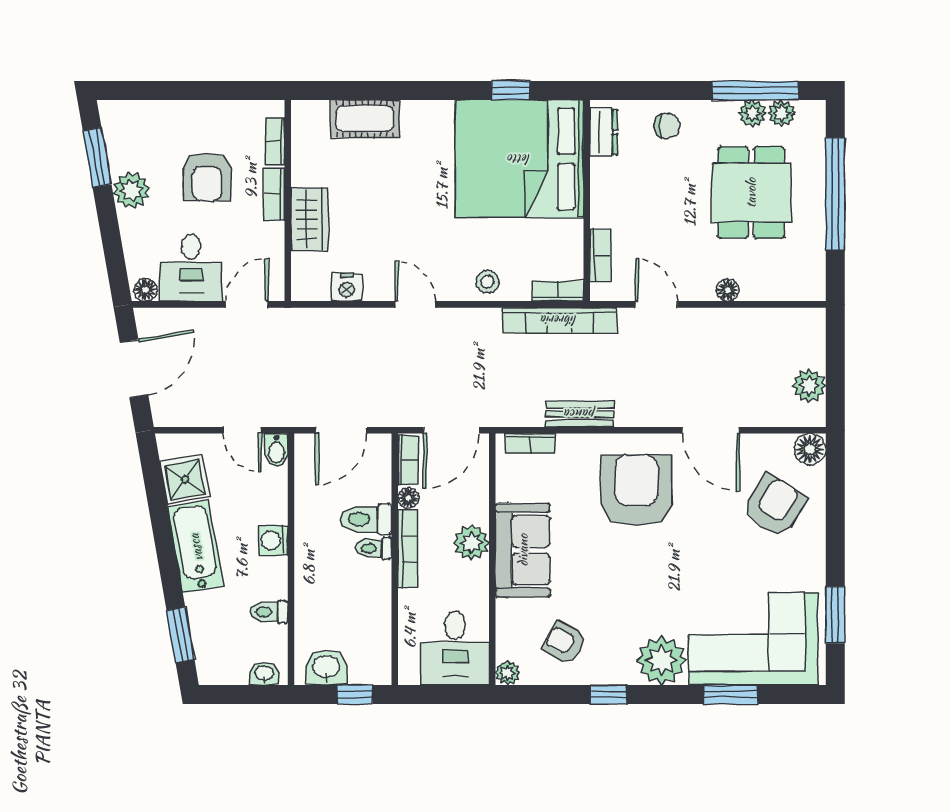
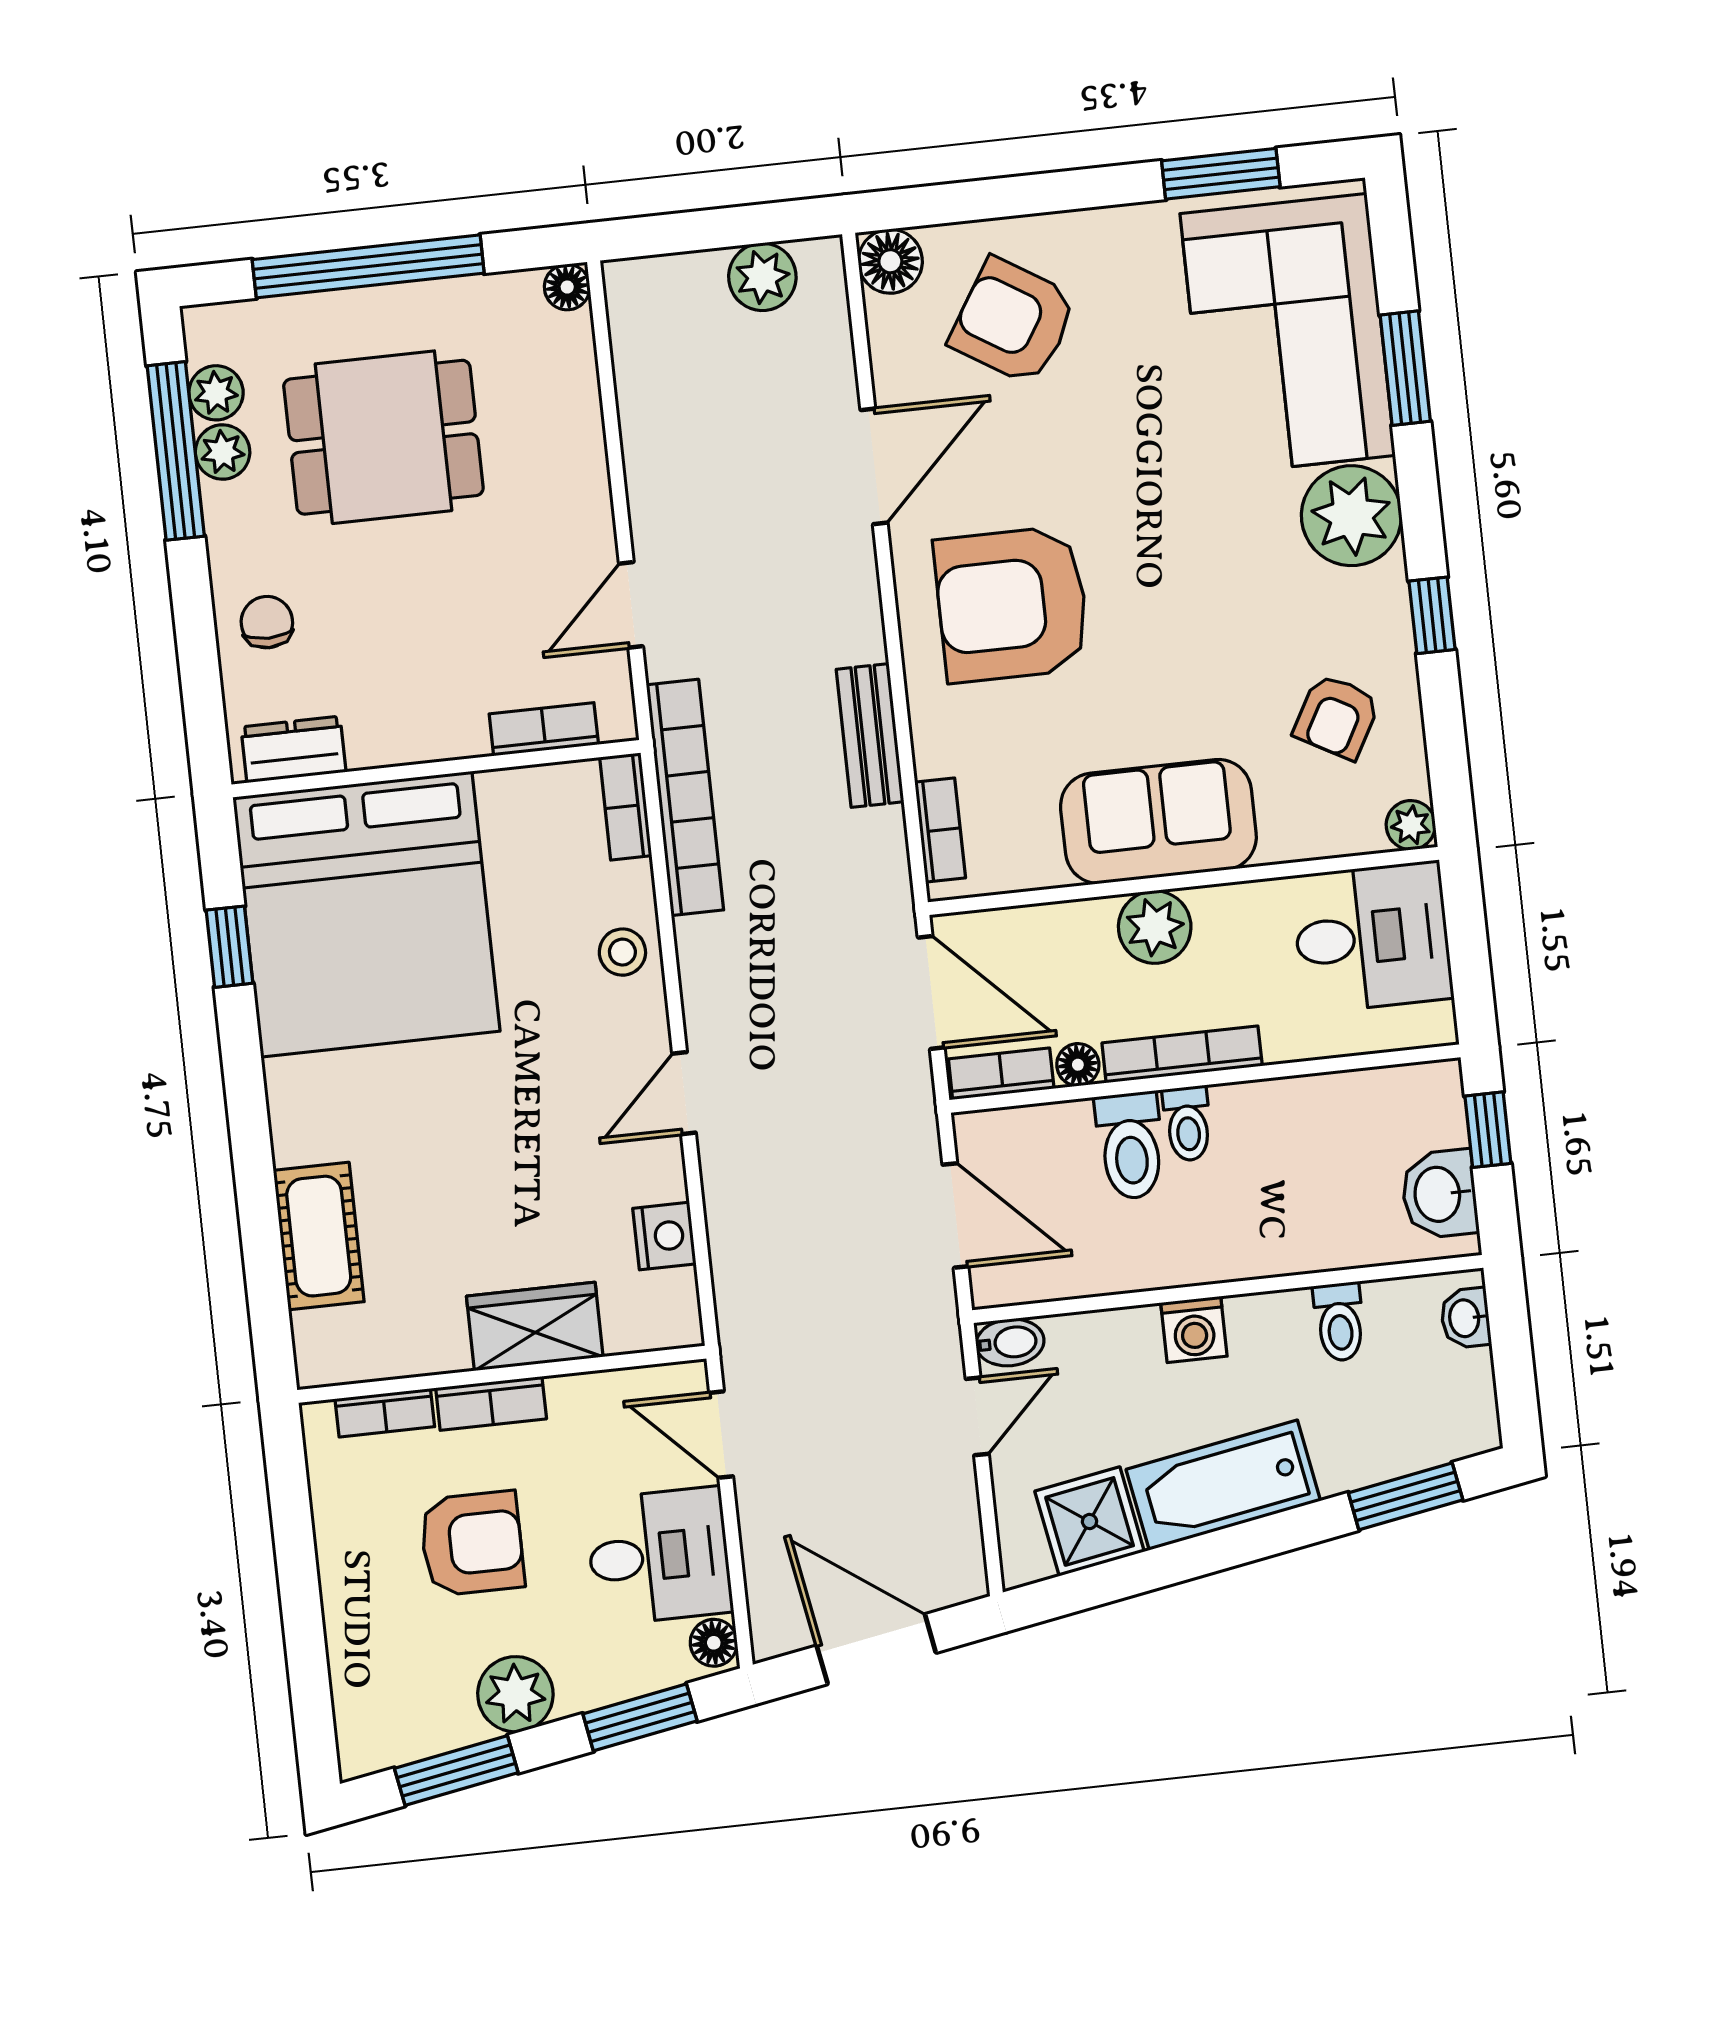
window: (113, 250) -> (640, 1717), added
floor lamp: (728, 290) -> (567, 287), moved

